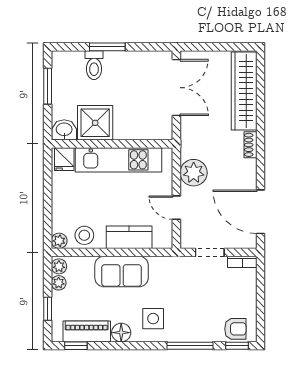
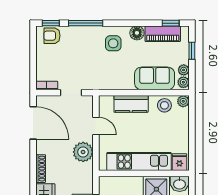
shoe rack: (250, 145) -> (41, 169), width x1.43
sofa: (122, 271) -> (155, 78), moved

